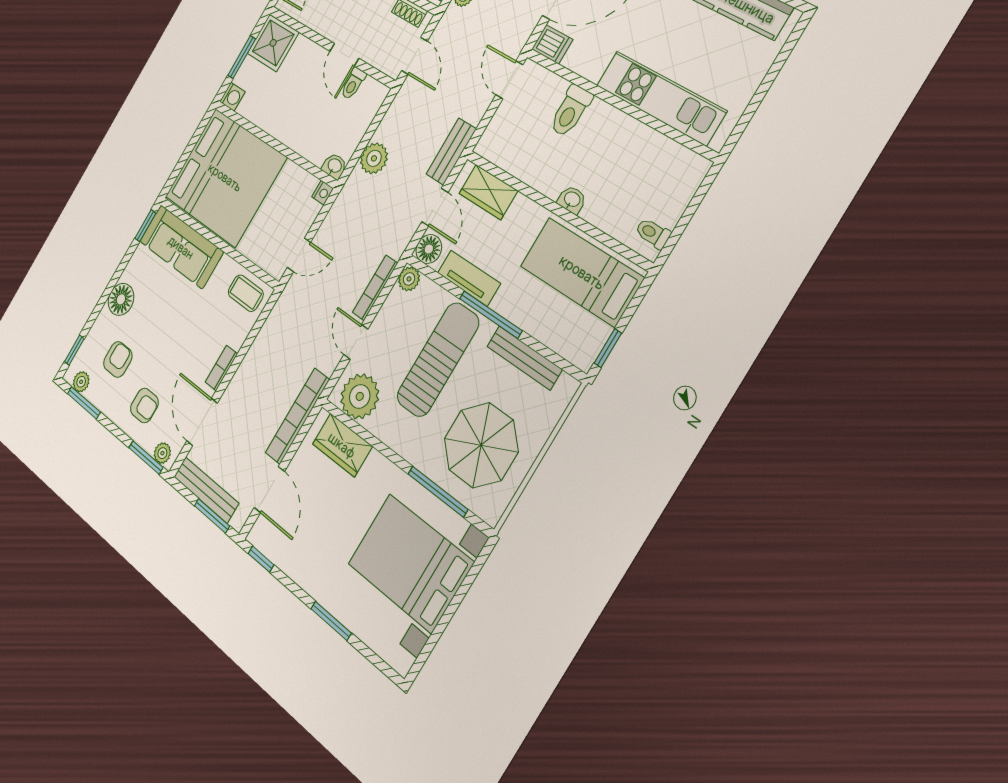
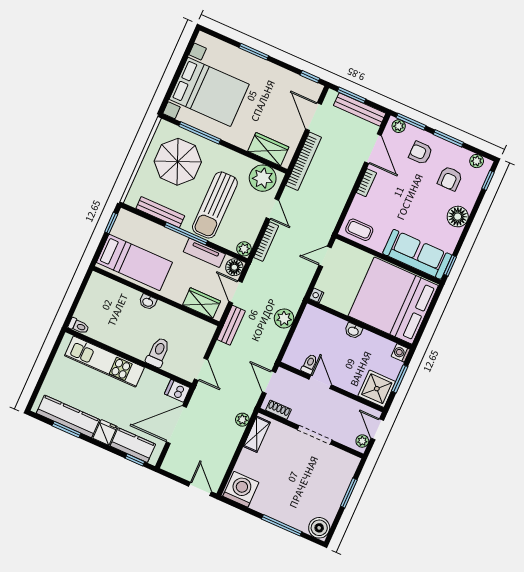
washbasin: (334, 166) -> (353, 331), moved
toilet: (653, 233) -> (79, 326), moved
window: (84, 403) -> (448, 138), moved

